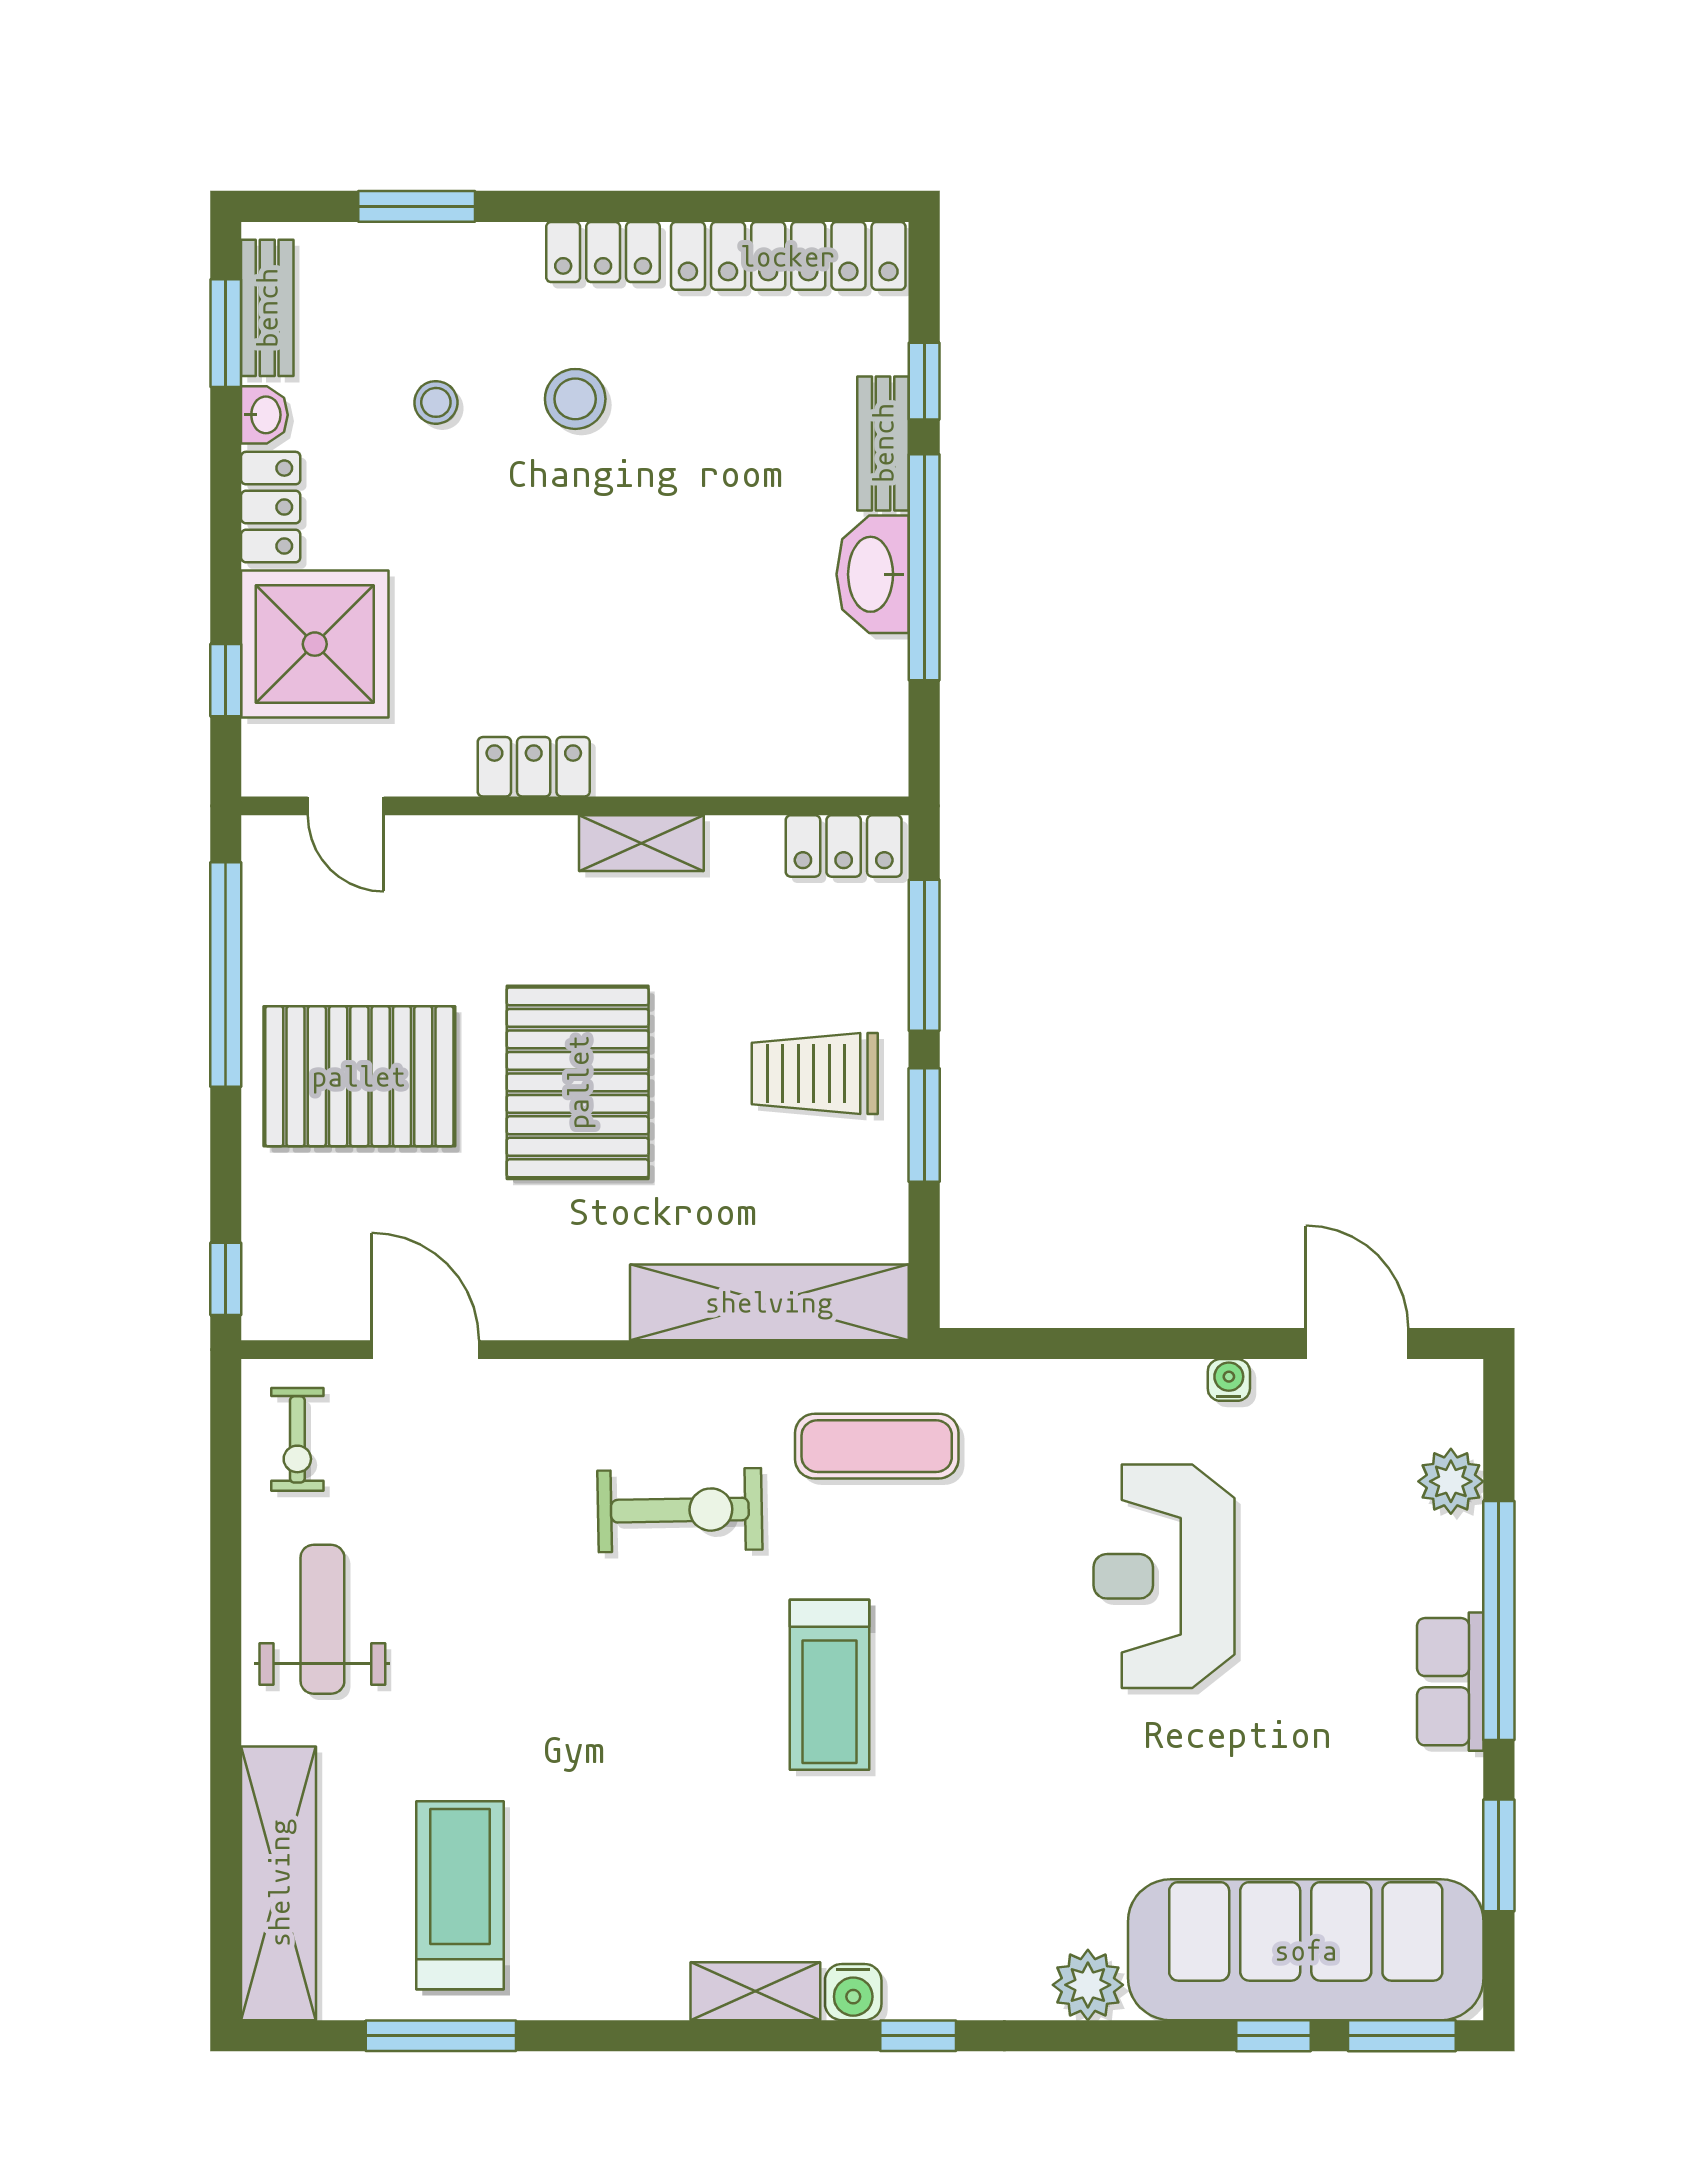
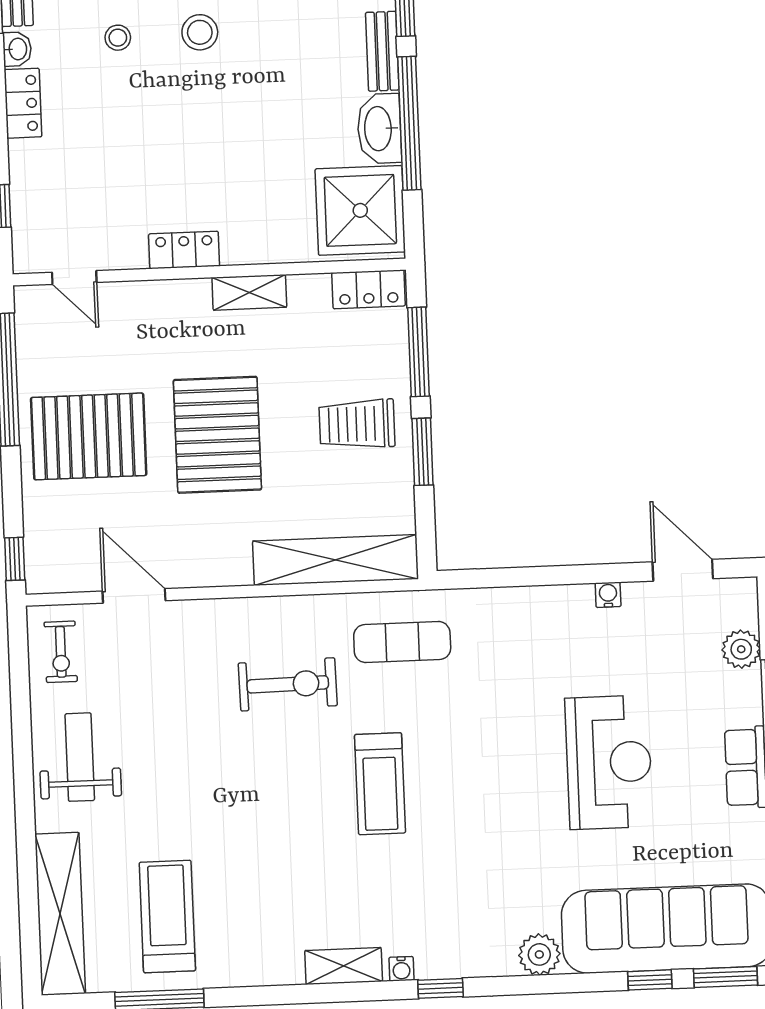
shower: (315, 644) -> (360, 210), moved
reception desk: (1164, 1576) -> (609, 762), moved, turned 180
water cooler: (853, 1992) -> (401, 969), width x0.72, depth x0.72

